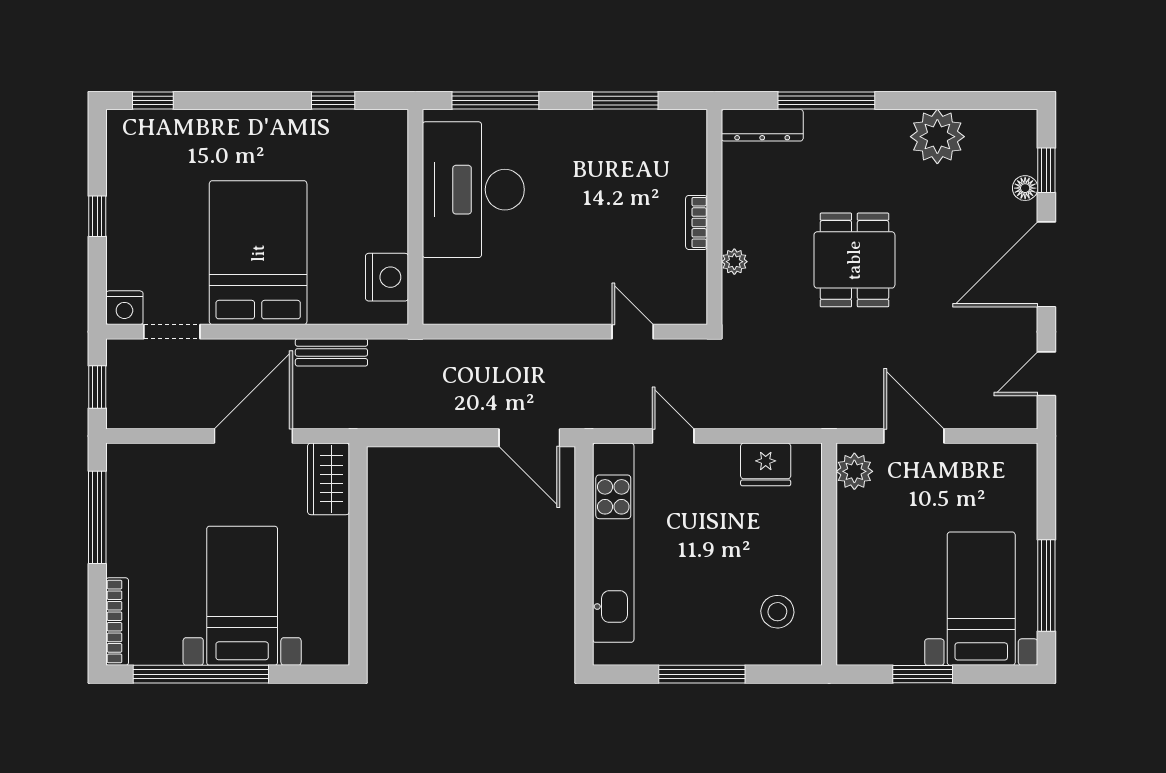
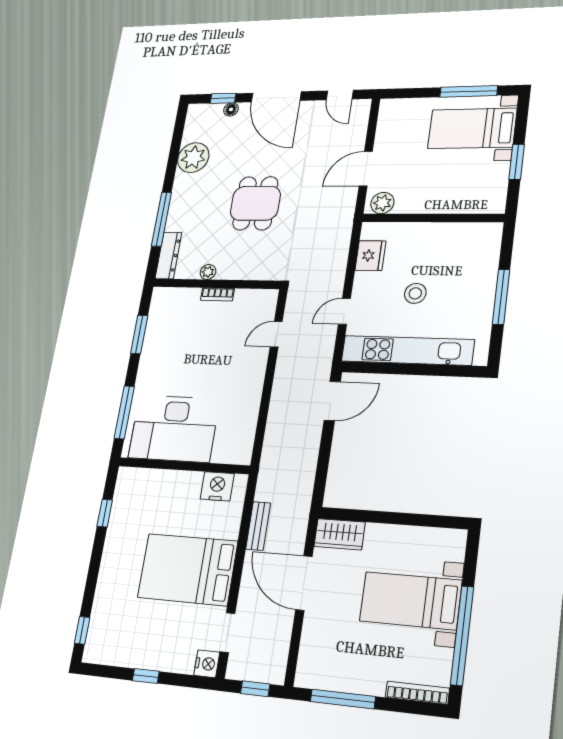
dining table: (854, 260) -> (255, 203), turned 90
plant: (734, 262) -> (208, 272), moved
stool: (777, 612) -> (415, 293), moved

